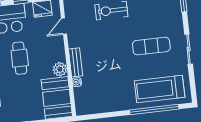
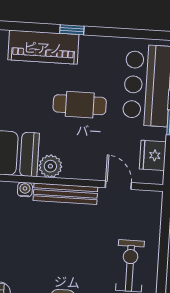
bench: (76, 62) -> (65, 194), width x1.36

